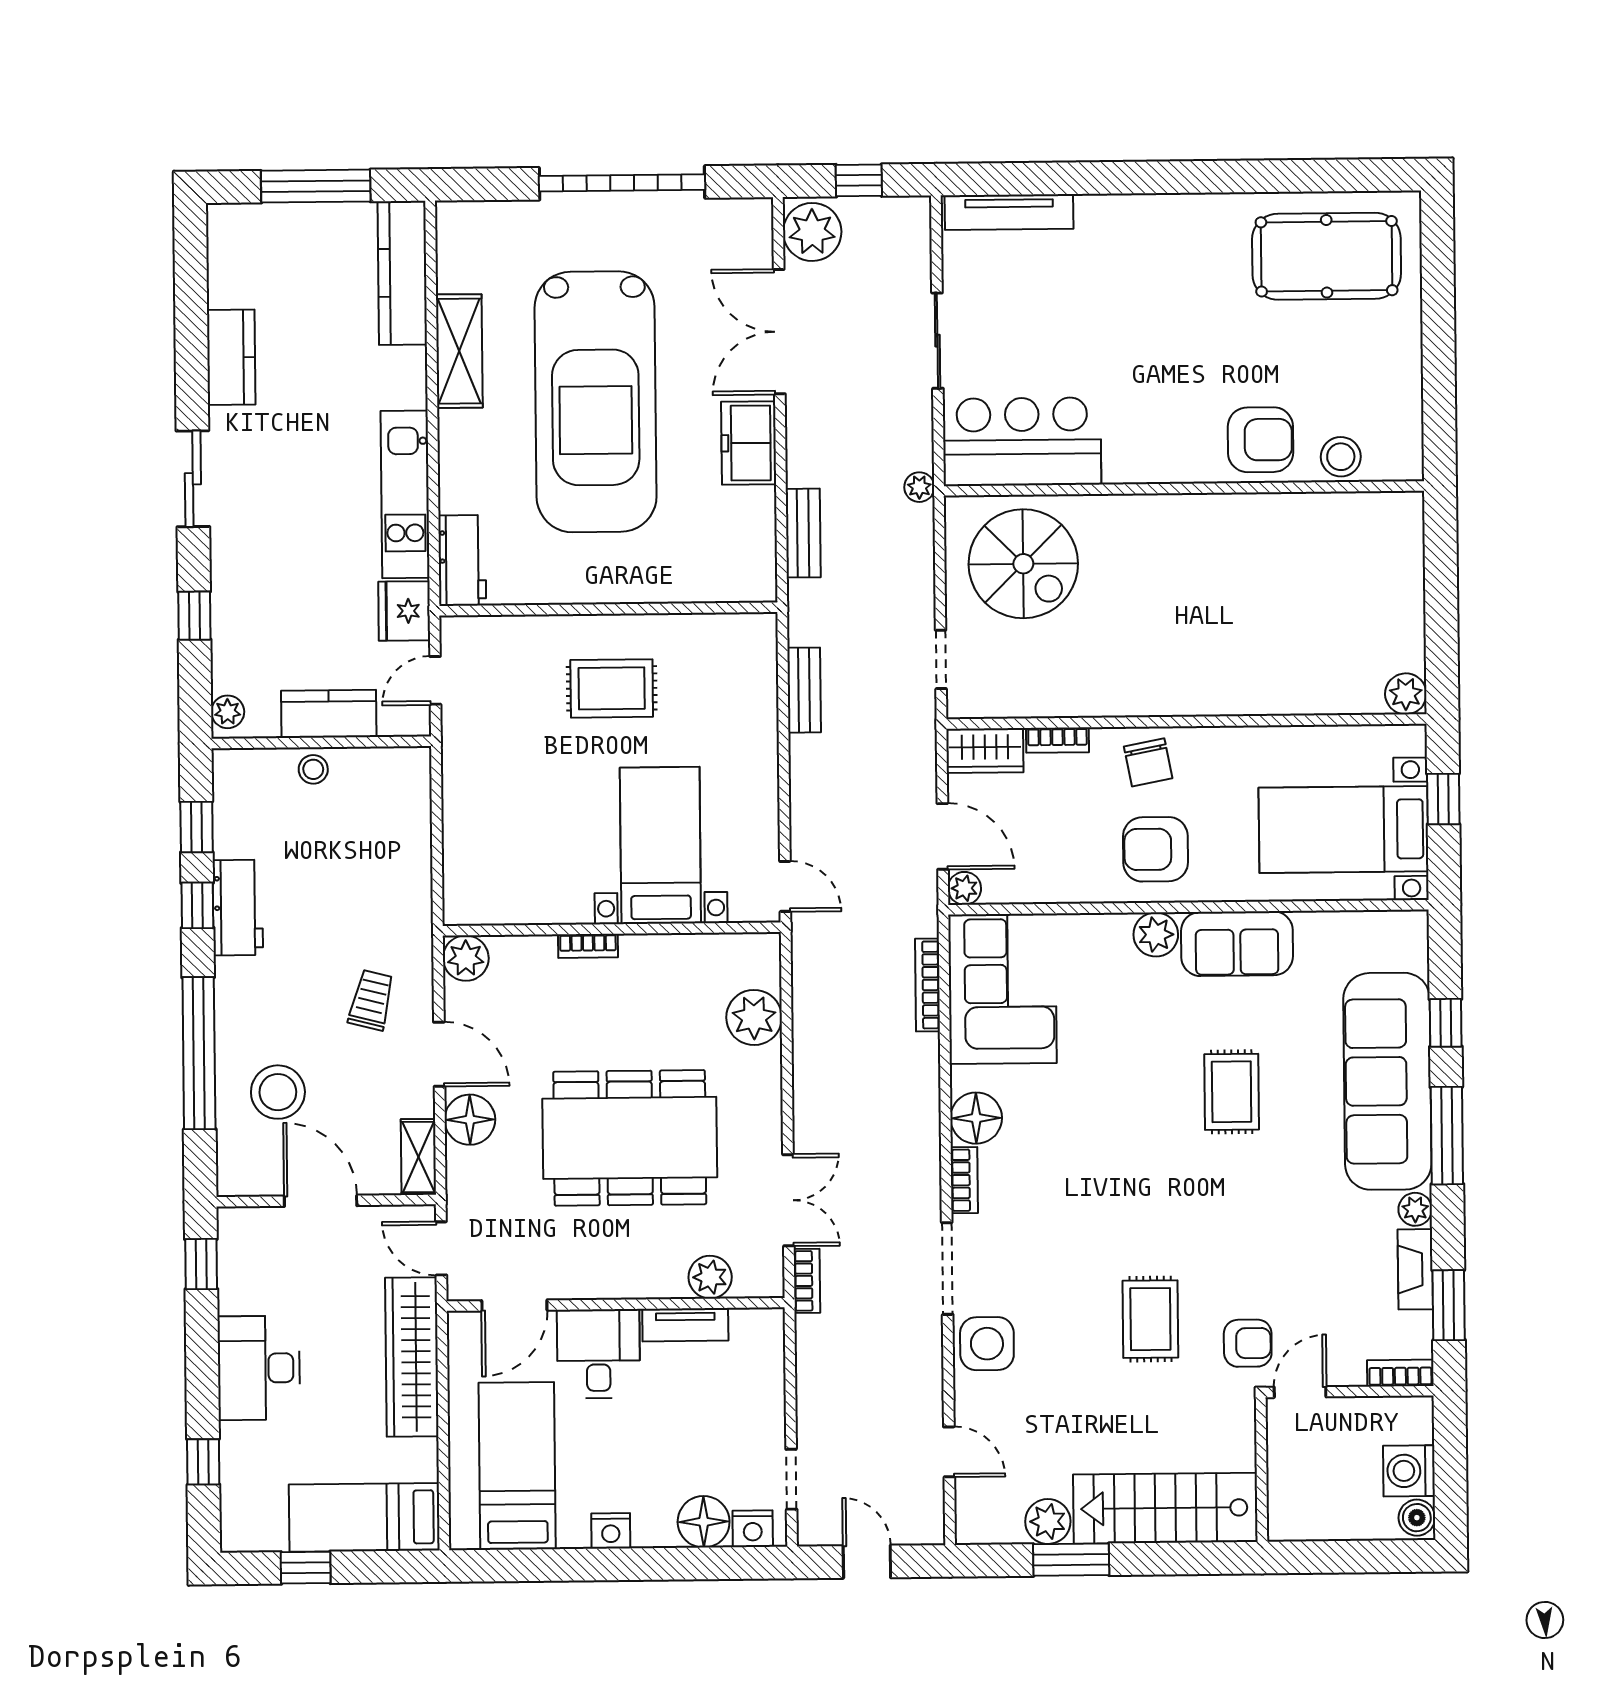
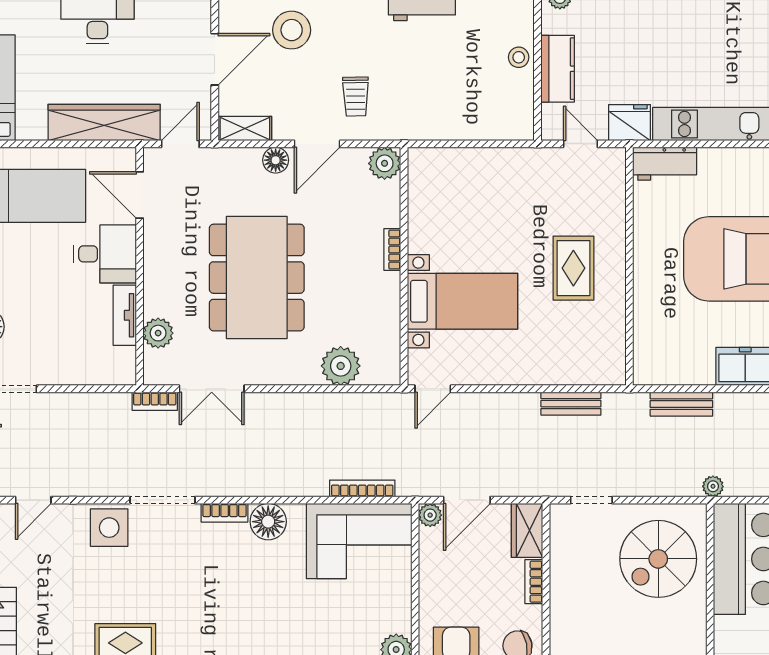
trolley: (371, 1000) -> (356, 97), turned 75
floor lamp: (470, 1120) -> (276, 160), width x0.73, depth x0.73

